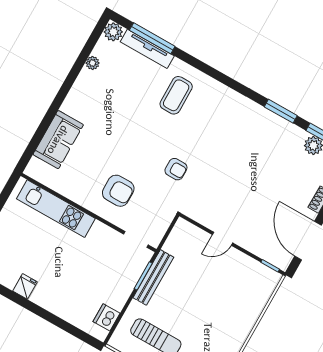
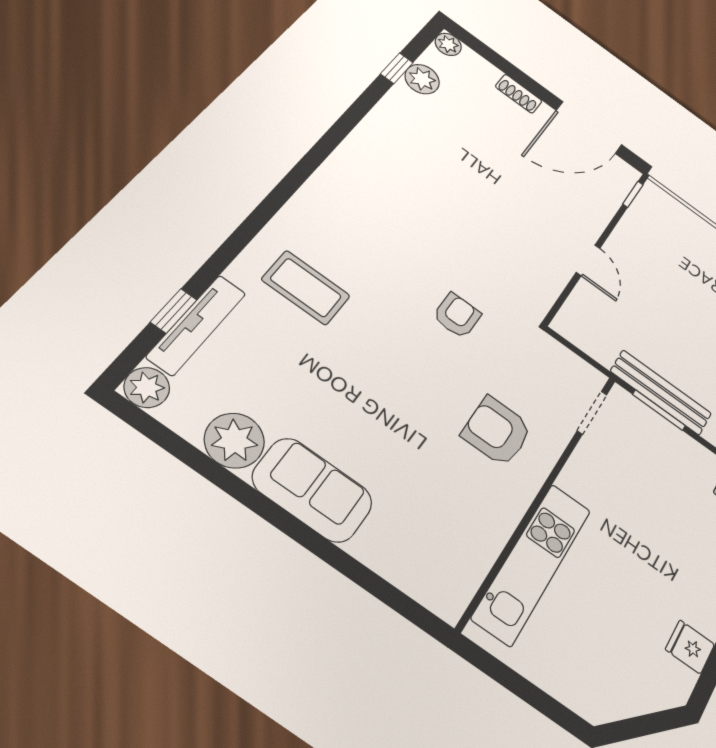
window: (152, 38) -> (174, 311), width x0.46
plant: (93, 63) -> (234, 441), width x1.88, depth x1.88
window: (281, 111) -> (354, 115), removed
sofa: (58, 140) -> (313, 490), moved
armchair: (118, 191) -> (497, 431), turned -90

